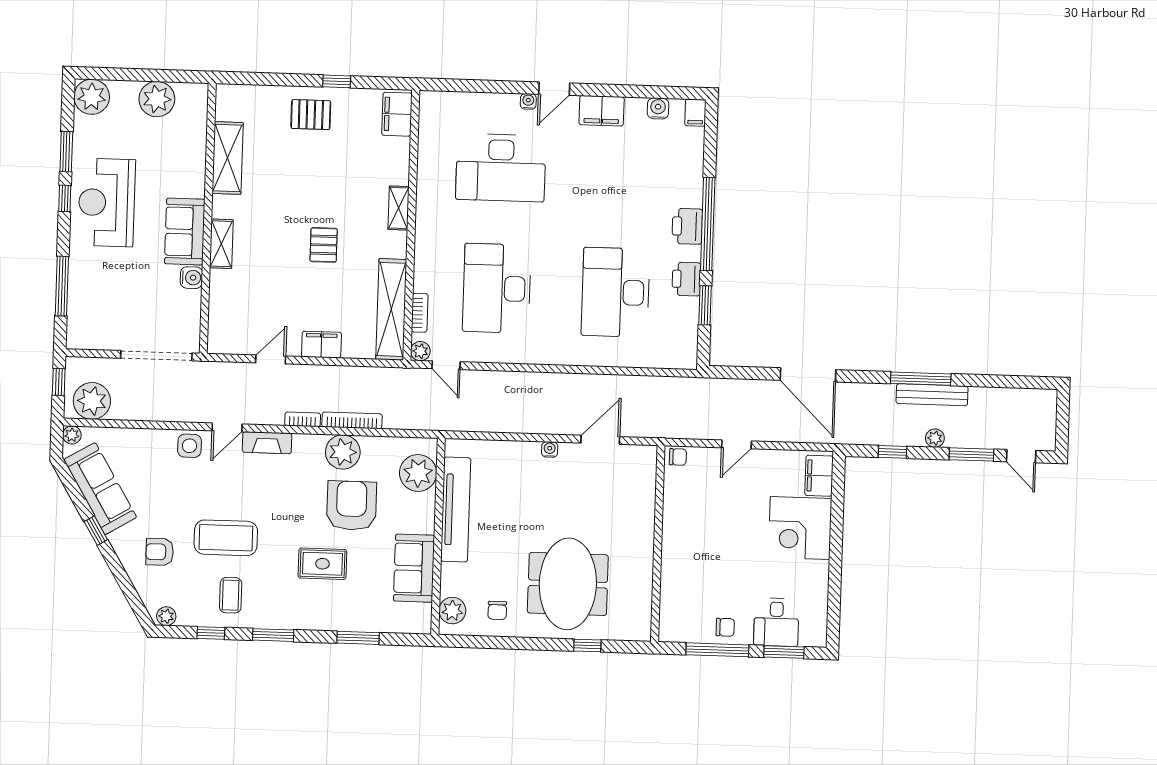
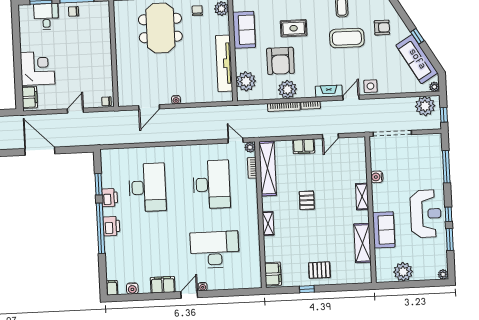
plant: (92, 97) -> (443, 274), width x0.53, depth x0.53
sofa: (185, 232) -> (384, 230), moved

